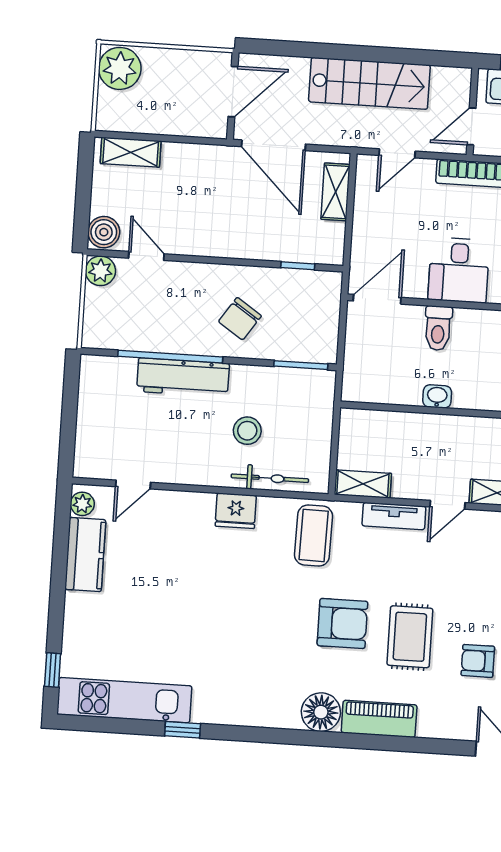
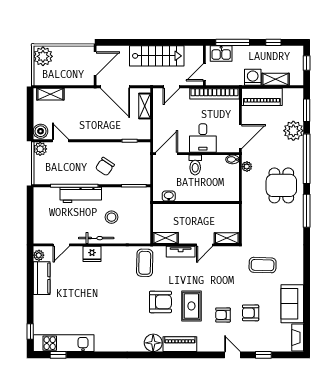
washbasin: (437, 396) -> (169, 196), moved
bicycle: (270, 478) -> (96, 238), moved
fridge: (236, 511) -> (92, 254), moved
window: (183, 730) -> (58, 355), moved

